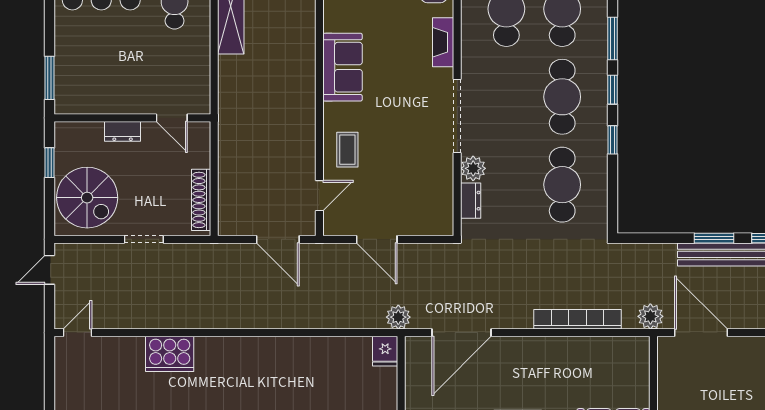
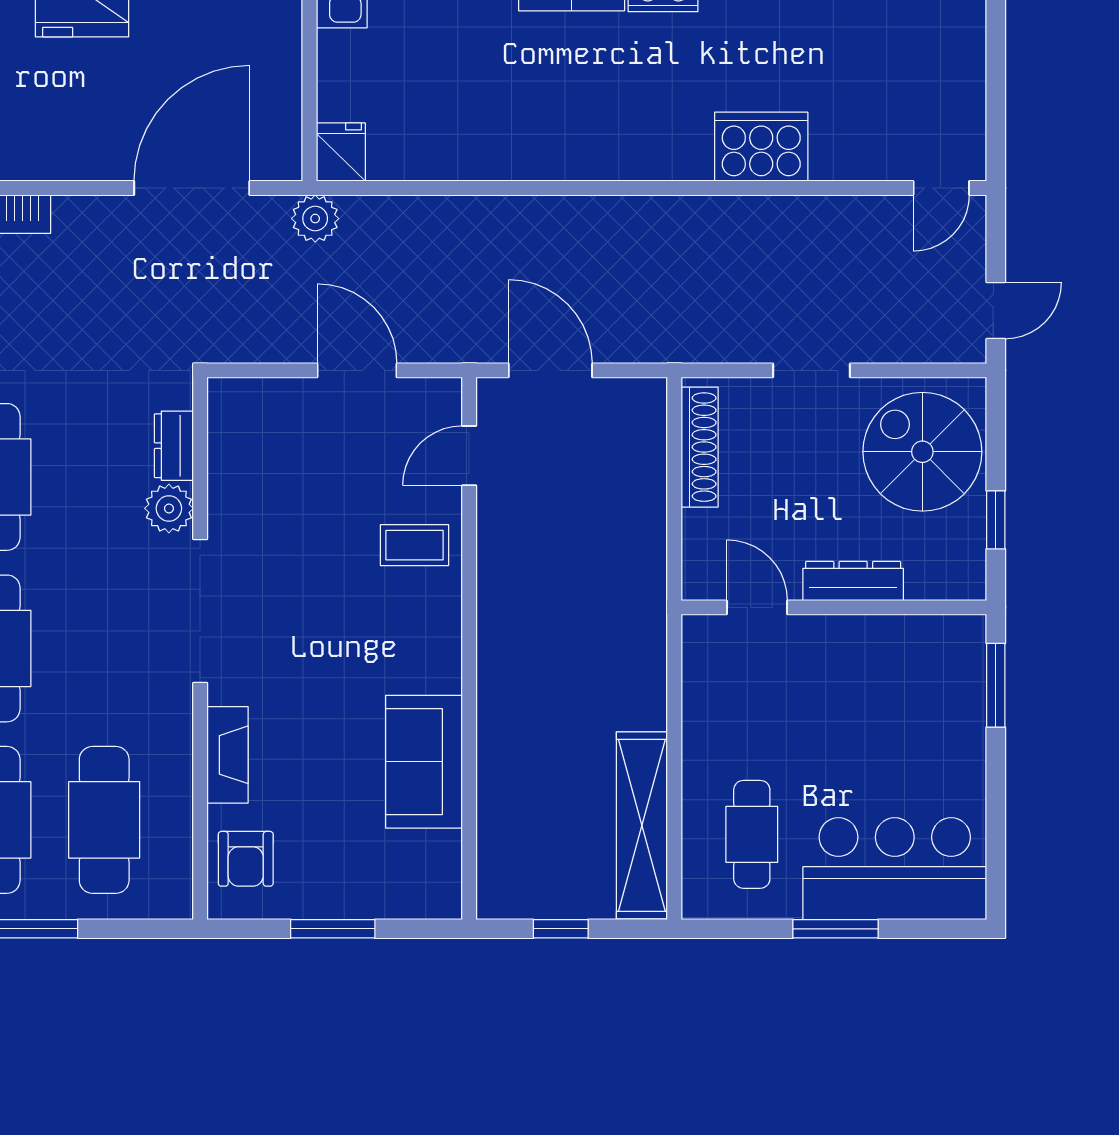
sofa: (343, 67) -> (424, 762), moved
dresser: (123, 131) -> (853, 581), width x1.44
coffee table: (347, 150) -> (415, 545), turned 90

